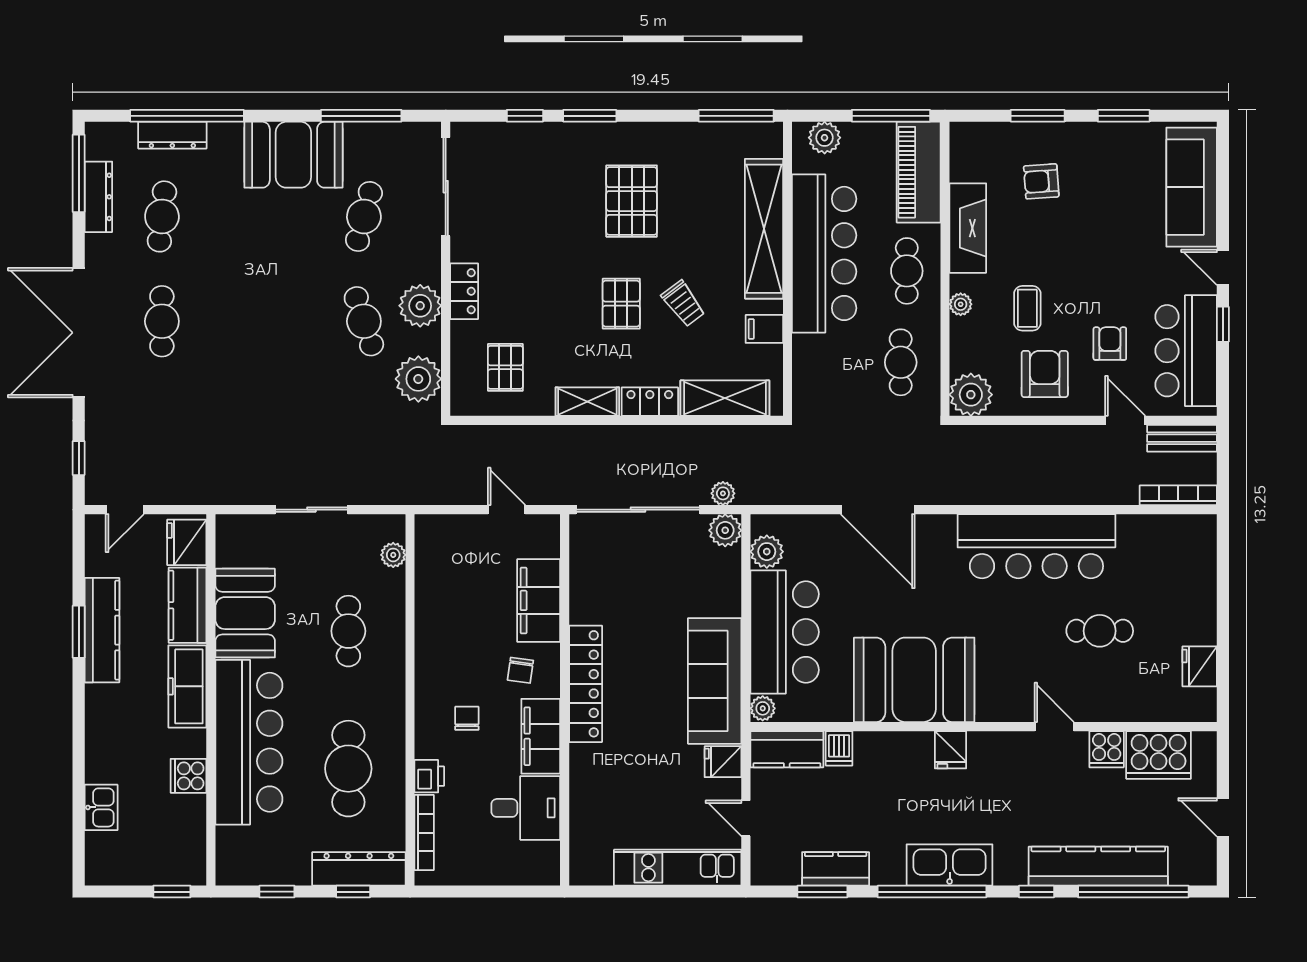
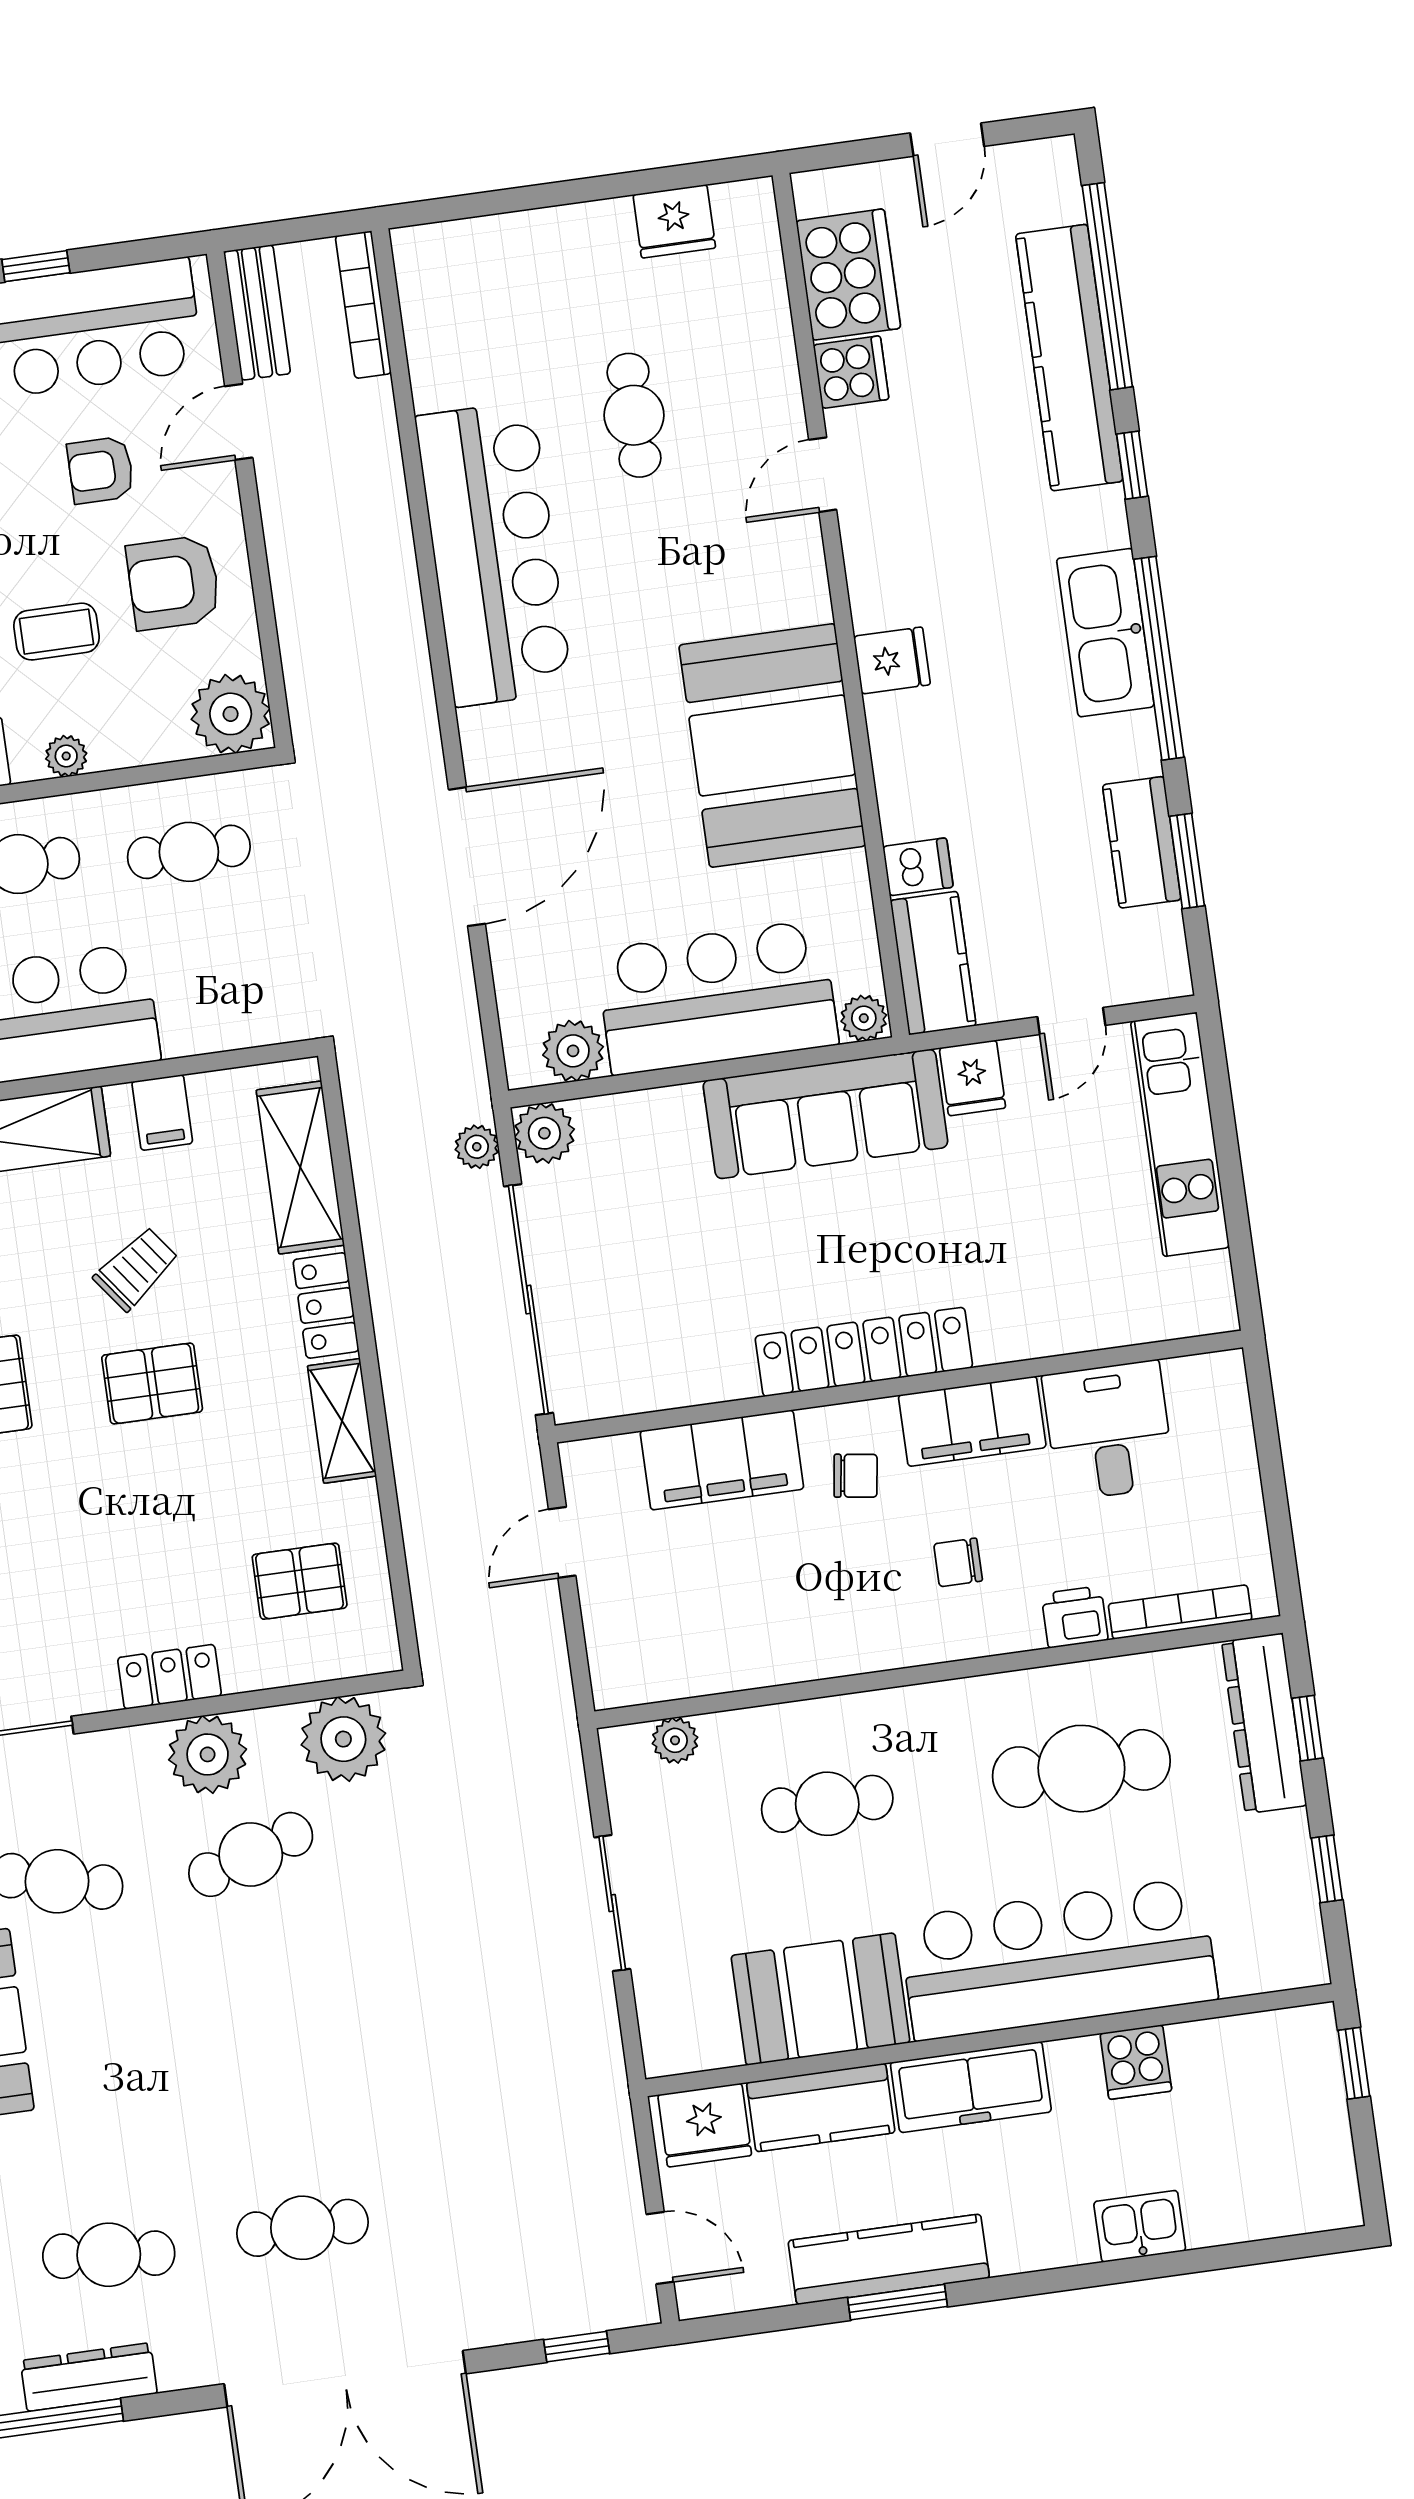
kitchen sink: (101, 807) -> (1140, 2226), moved

